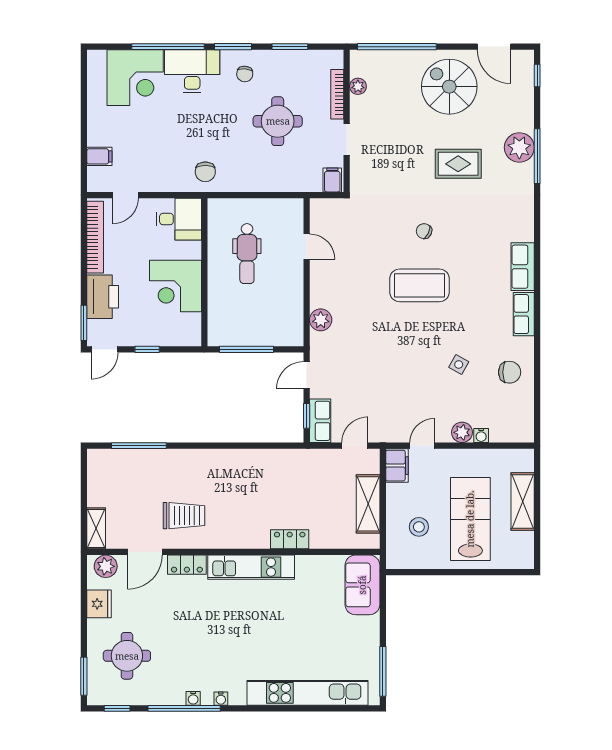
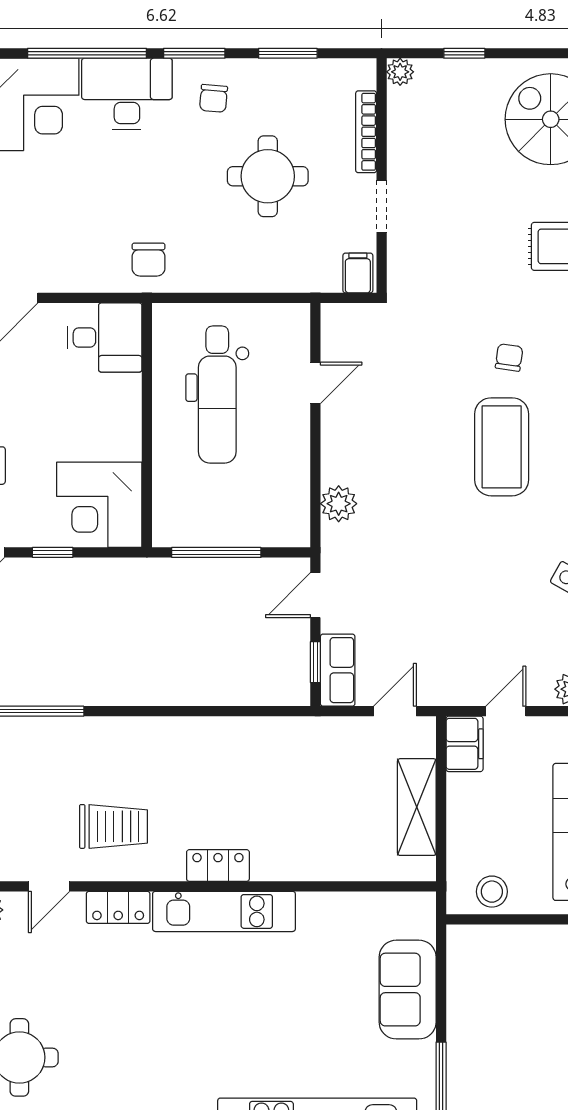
window: (397, 47) -> (464, 53), width x0.32
plant: (358, 86) -> (400, 72), moved
chair: (424, 231) -> (509, 357), turned 72
door: (307, 247) -> (315, 383), hinge flipped
dental chair: (247, 254) -> (217, 394), width x1.36, depth x1.38
coffee table: (420, 285) -> (502, 447), turned 90
corner desk: (175, 286) -> (99, 505), moved
stool: (419, 527) -> (492, 892), moved
locker: (290, 539) -> (218, 866), moved
door: (145, 552) -> (49, 886), width x0.73
sofa: (362, 585) -> (408, 990), moved

